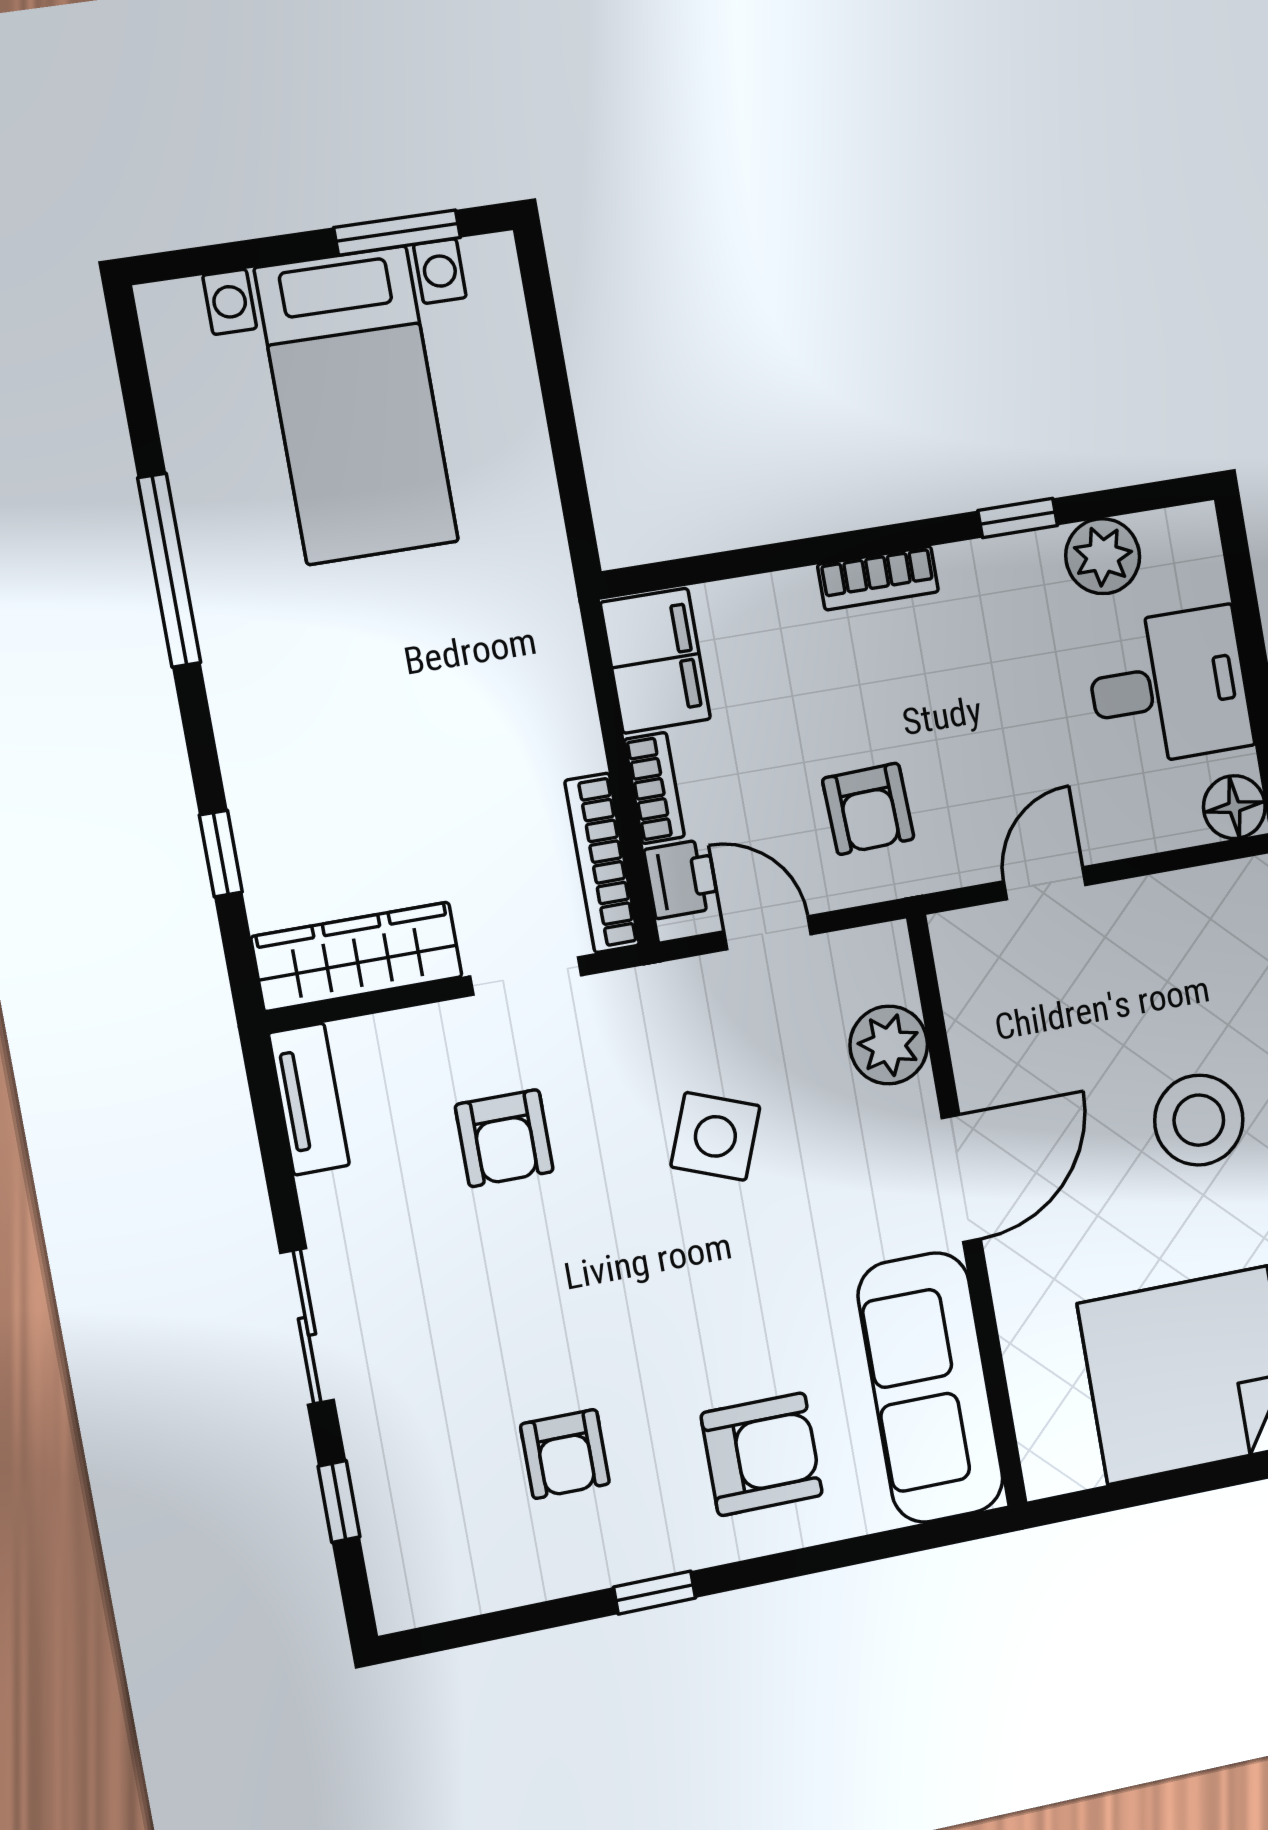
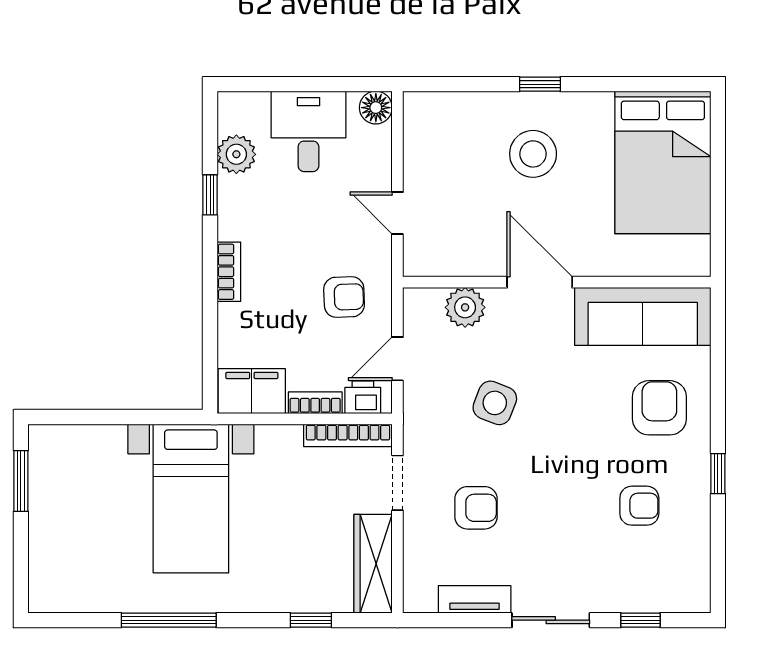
bed with nightstands: (357, 405) -> (191, 499), moved, turned 90
tv unit: (309, 1099) -> (475, 599), moved

